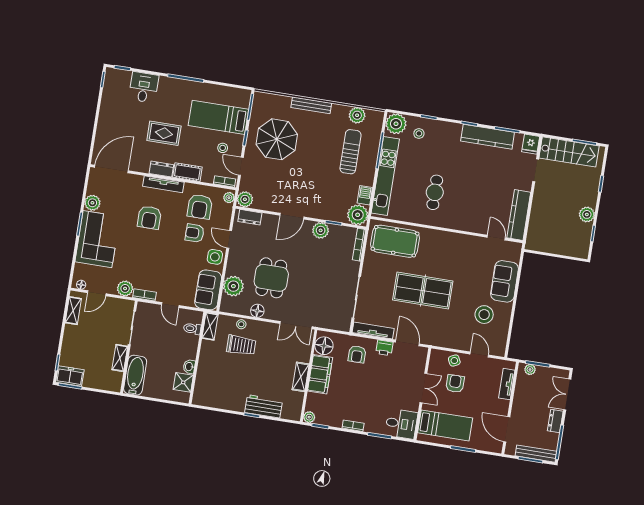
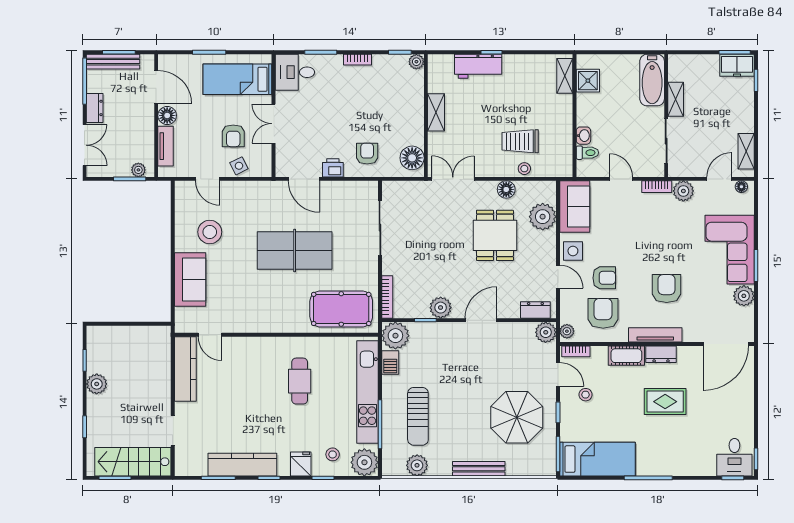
desk: (144, 87) -> (734, 457), moved
bed: (218, 117) -> (597, 459), moved
fridge: (531, 144) -> (301, 464), moved
shelving: (210, 326) -> (565, 76), moved
tv unit: (373, 330) -> (351, 188), removed
washbasin: (189, 367) -> (583, 136), moved
filing cabinet: (320, 374) -> (411, 120), removed
floor lamp: (502, 407) -> (167, 115), added

